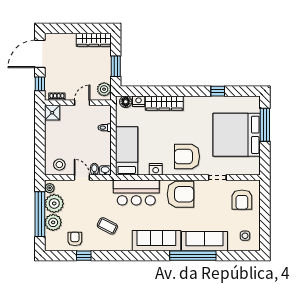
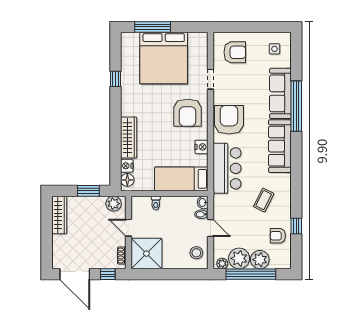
shower: (52, 113) -> (146, 254), width x1.86, depth x1.86
door: (82, 177) -> (210, 228), swing flipped

